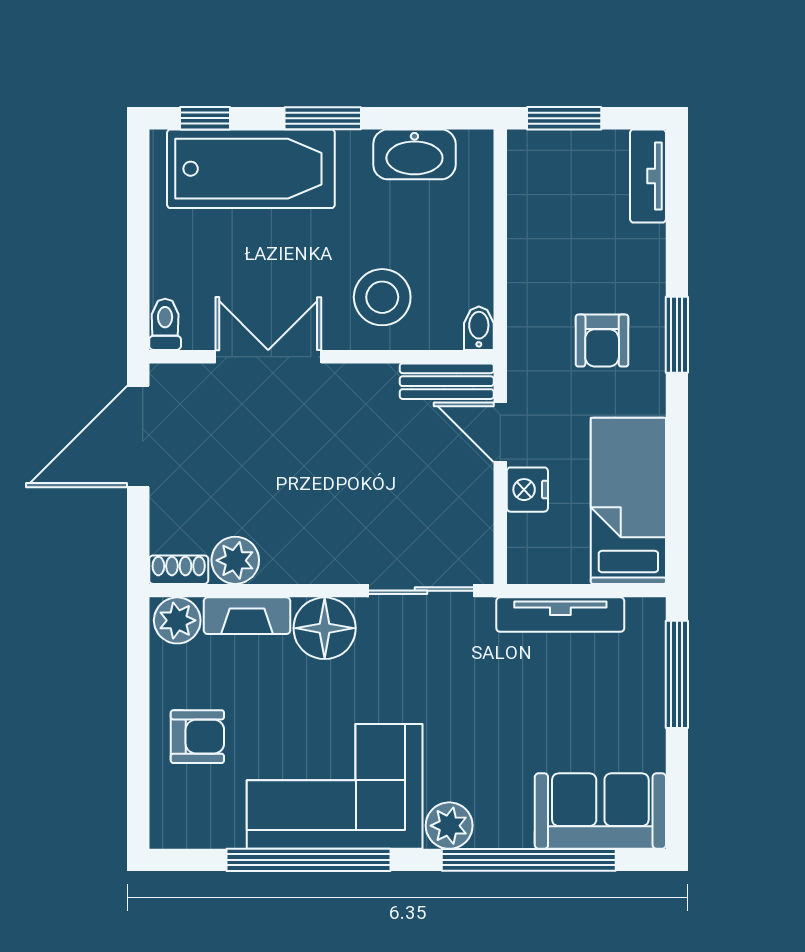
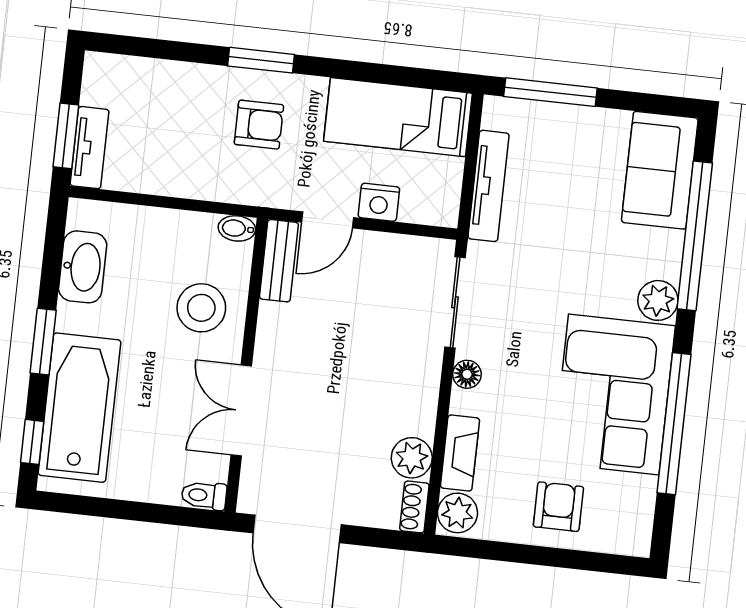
tv unit: (648, 176) -> (90, 148), moved, turned -90
floor lamp: (325, 628) -> (467, 374), width x0.53, depth x0.53

